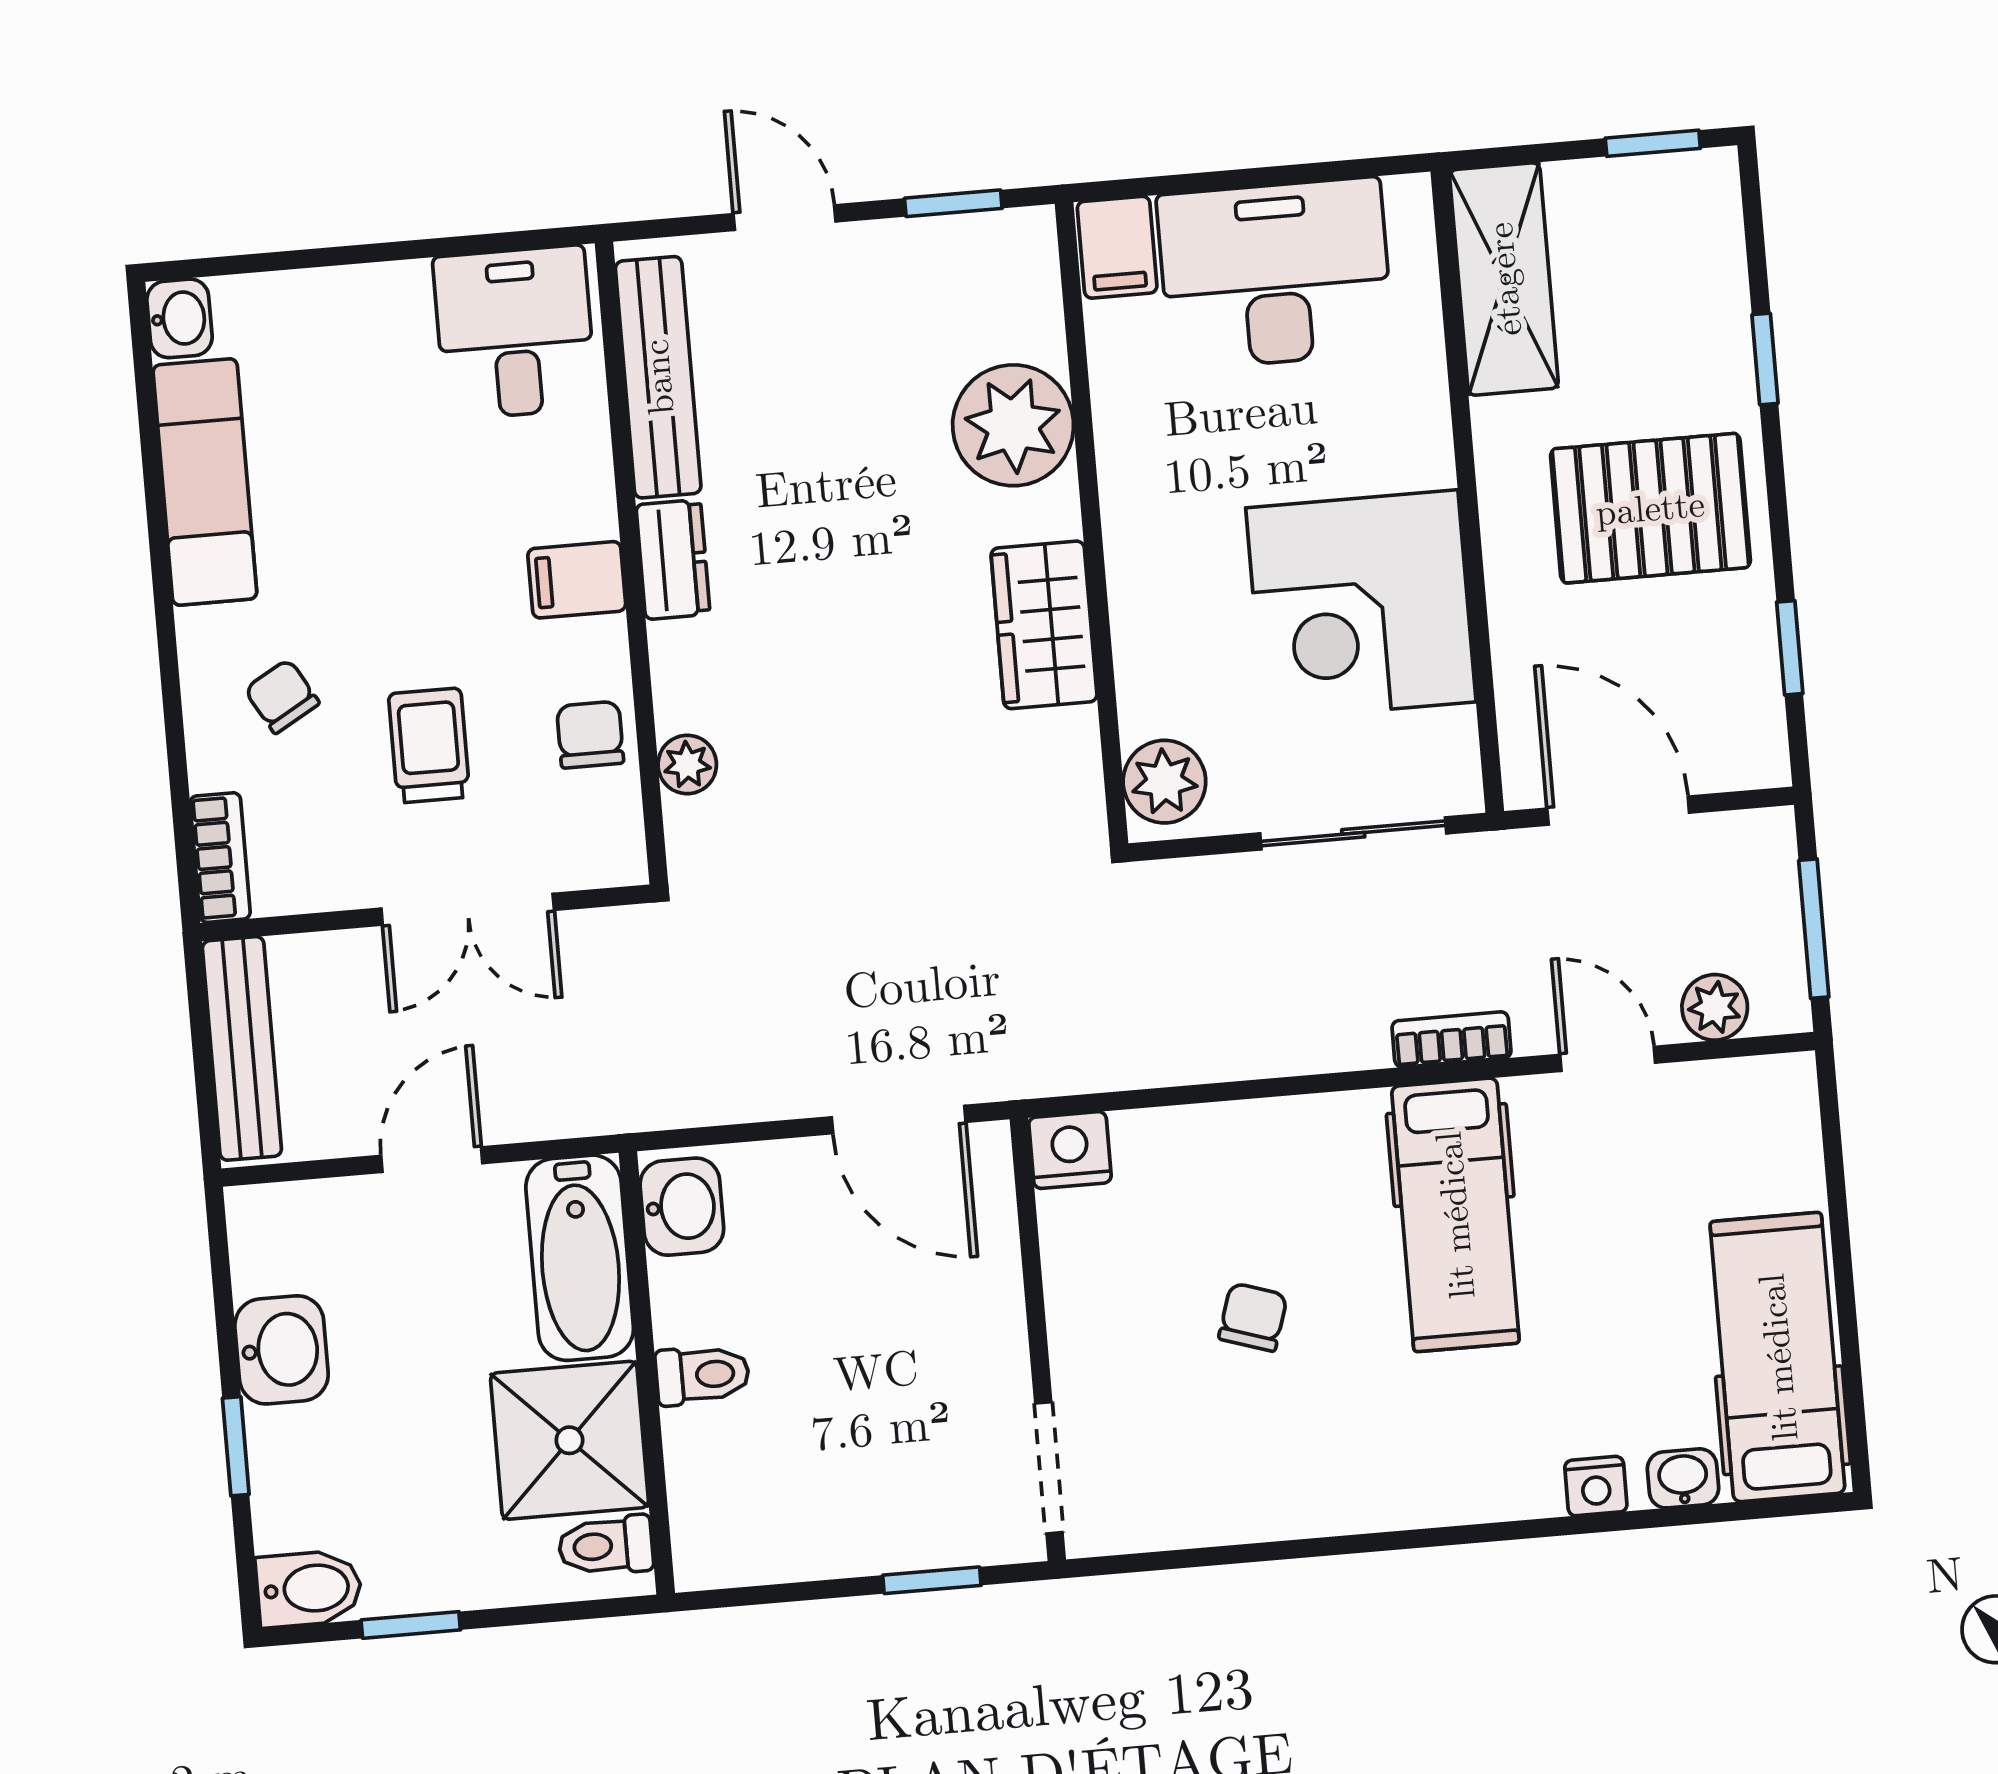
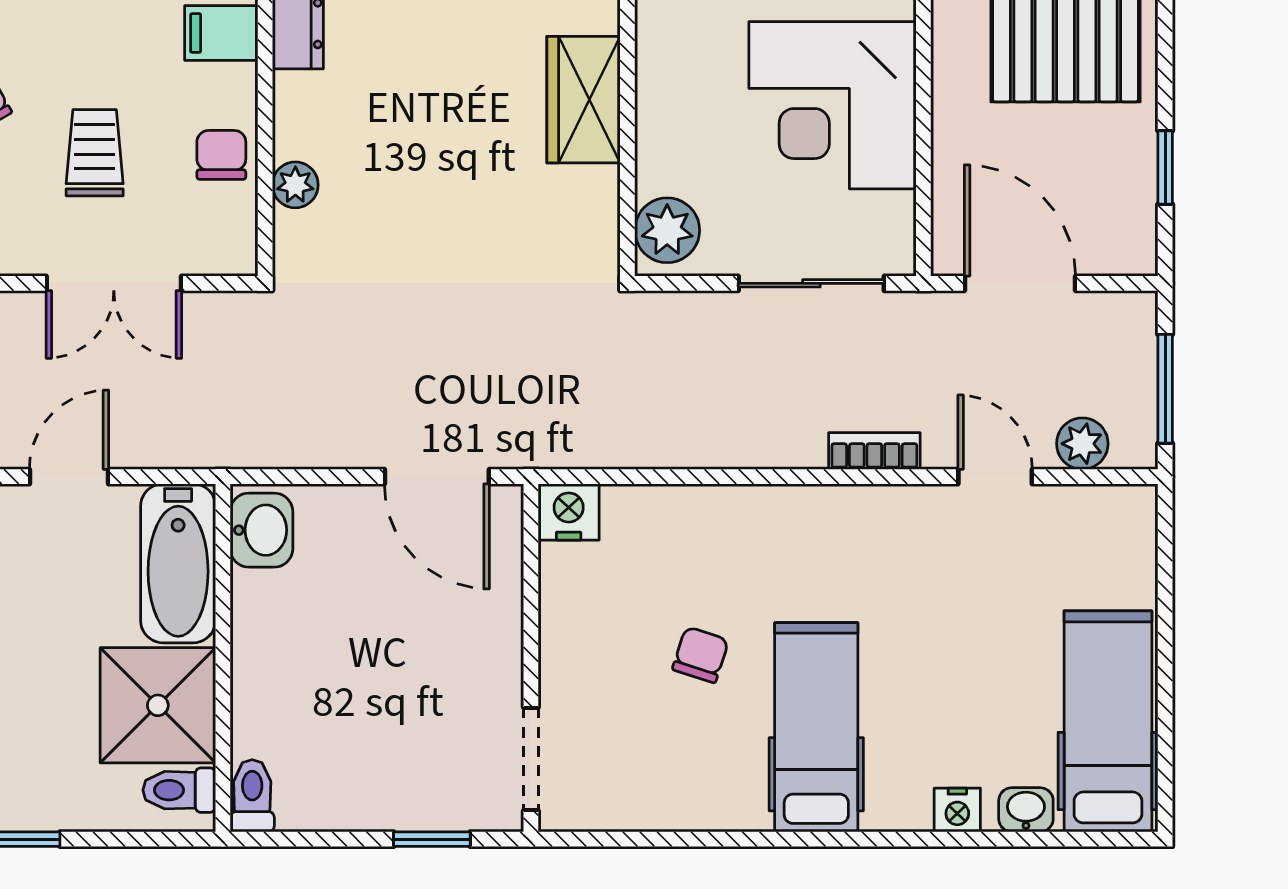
hospital bed: (1455, 1215) -> (816, 727), moved, turned 180
toilet: (702, 1375) -> (252, 796), moved, turned -90

